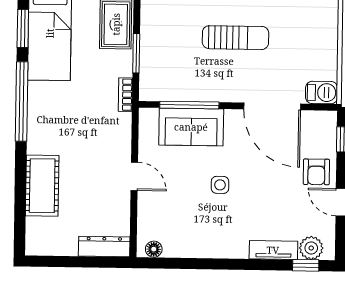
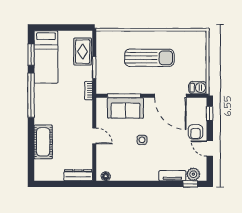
sun lounger: (236, 38) -> (149, 58), width x1.36, depth x1.34

